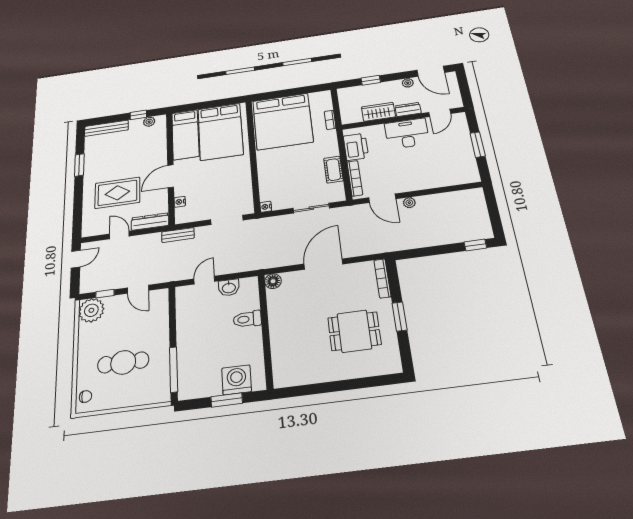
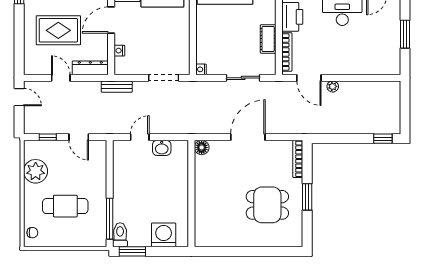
door: (76, 259) -> (19, 97), hinge flipped
plant: (91, 310) -> (36, 171), moved
toilet: (247, 319) -> (120, 235), moved, turned 90
window: (227, 400) -> (132, 251), moved

